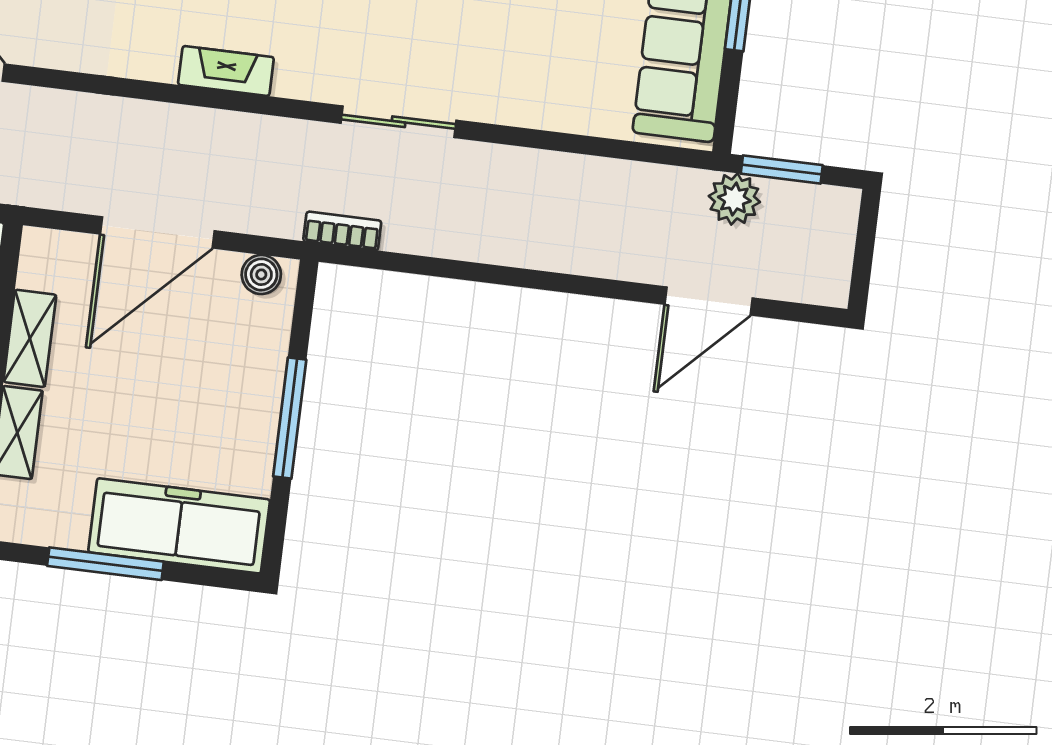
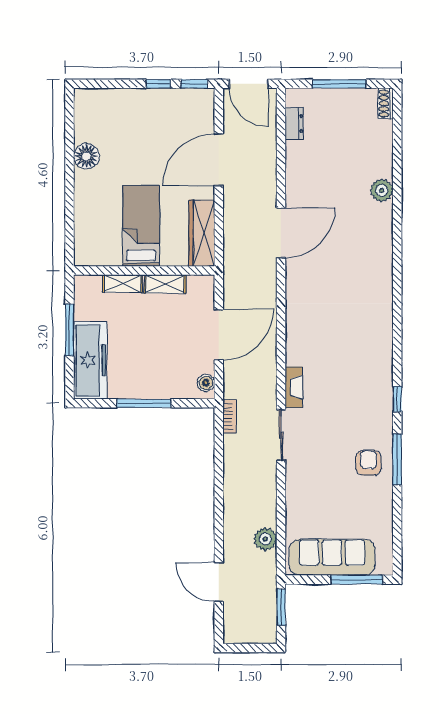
fireplace: (226, 71) -> (294, 387), moved
plant: (734, 199) -> (265, 539), moved
door: (157, 232) -> (219, 335), swing flipped

